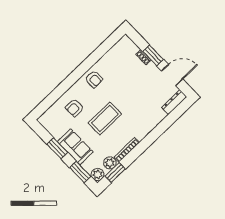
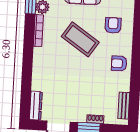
bench: (117, 49) -> (124, 106), added
coffee table: (105, 118) -> (80, 39), turned -56

